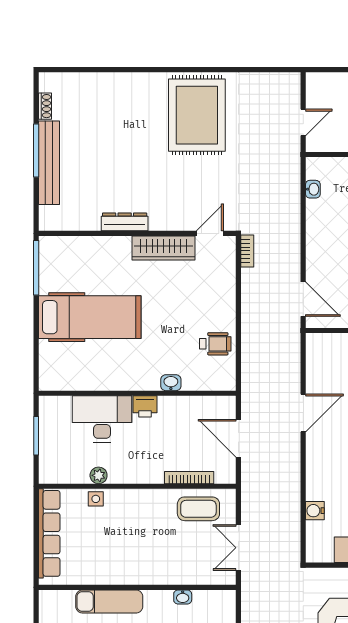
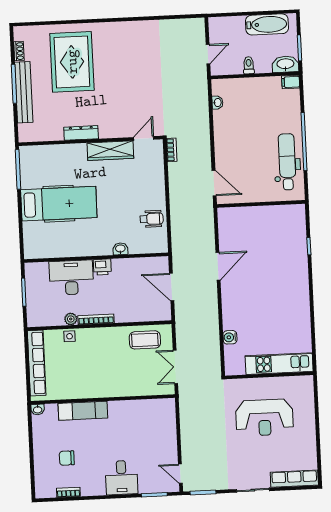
rug: (197, 115) -> (72, 62), moved
bookcase: (189, 478) -> (96, 319), moved
washbasin: (183, 597) -> (38, 410), moved

